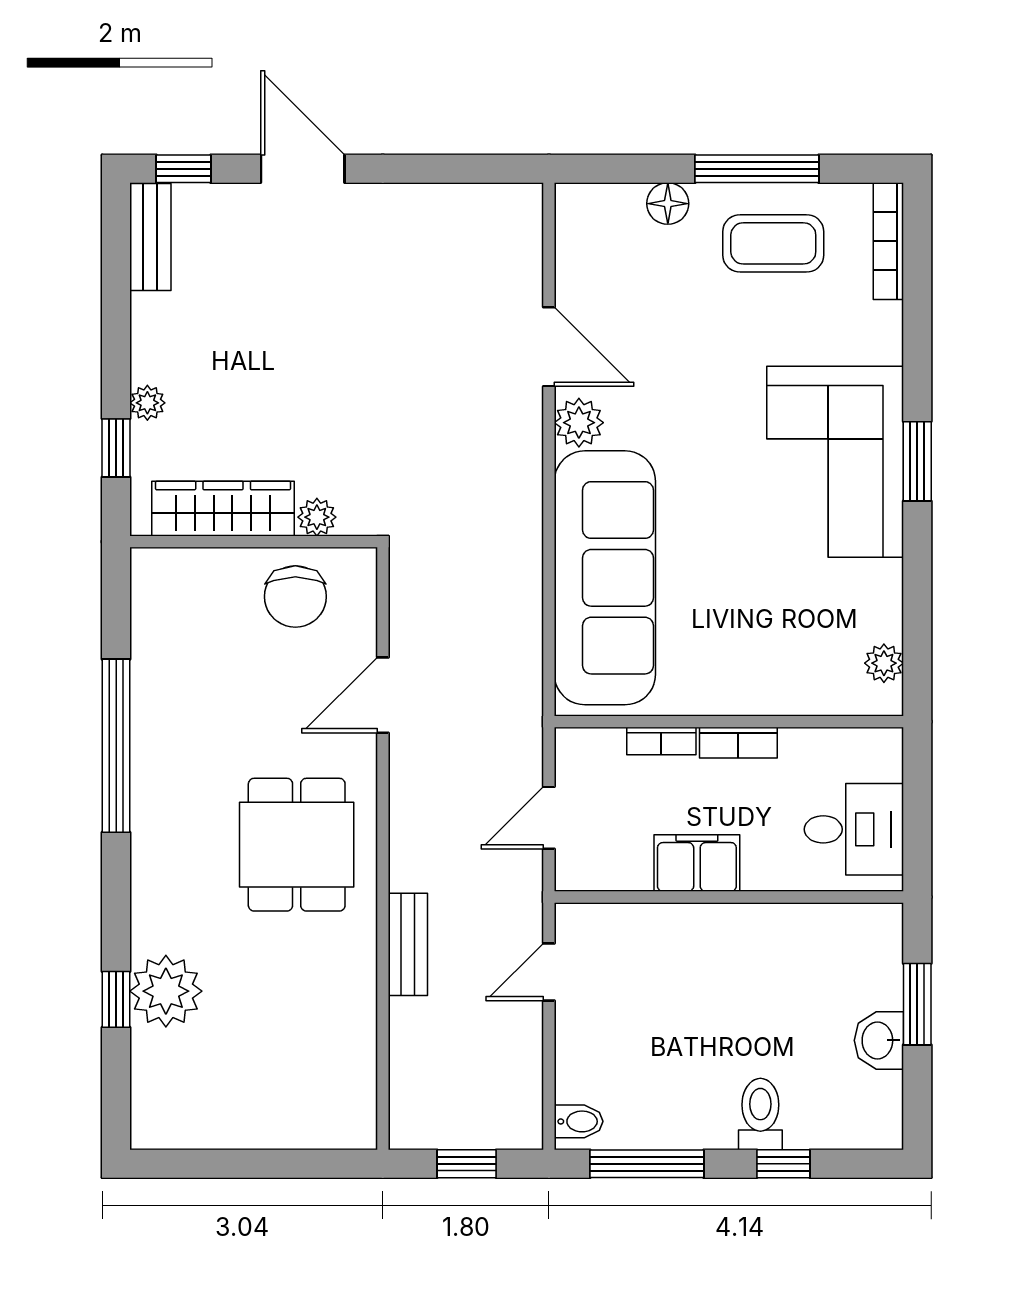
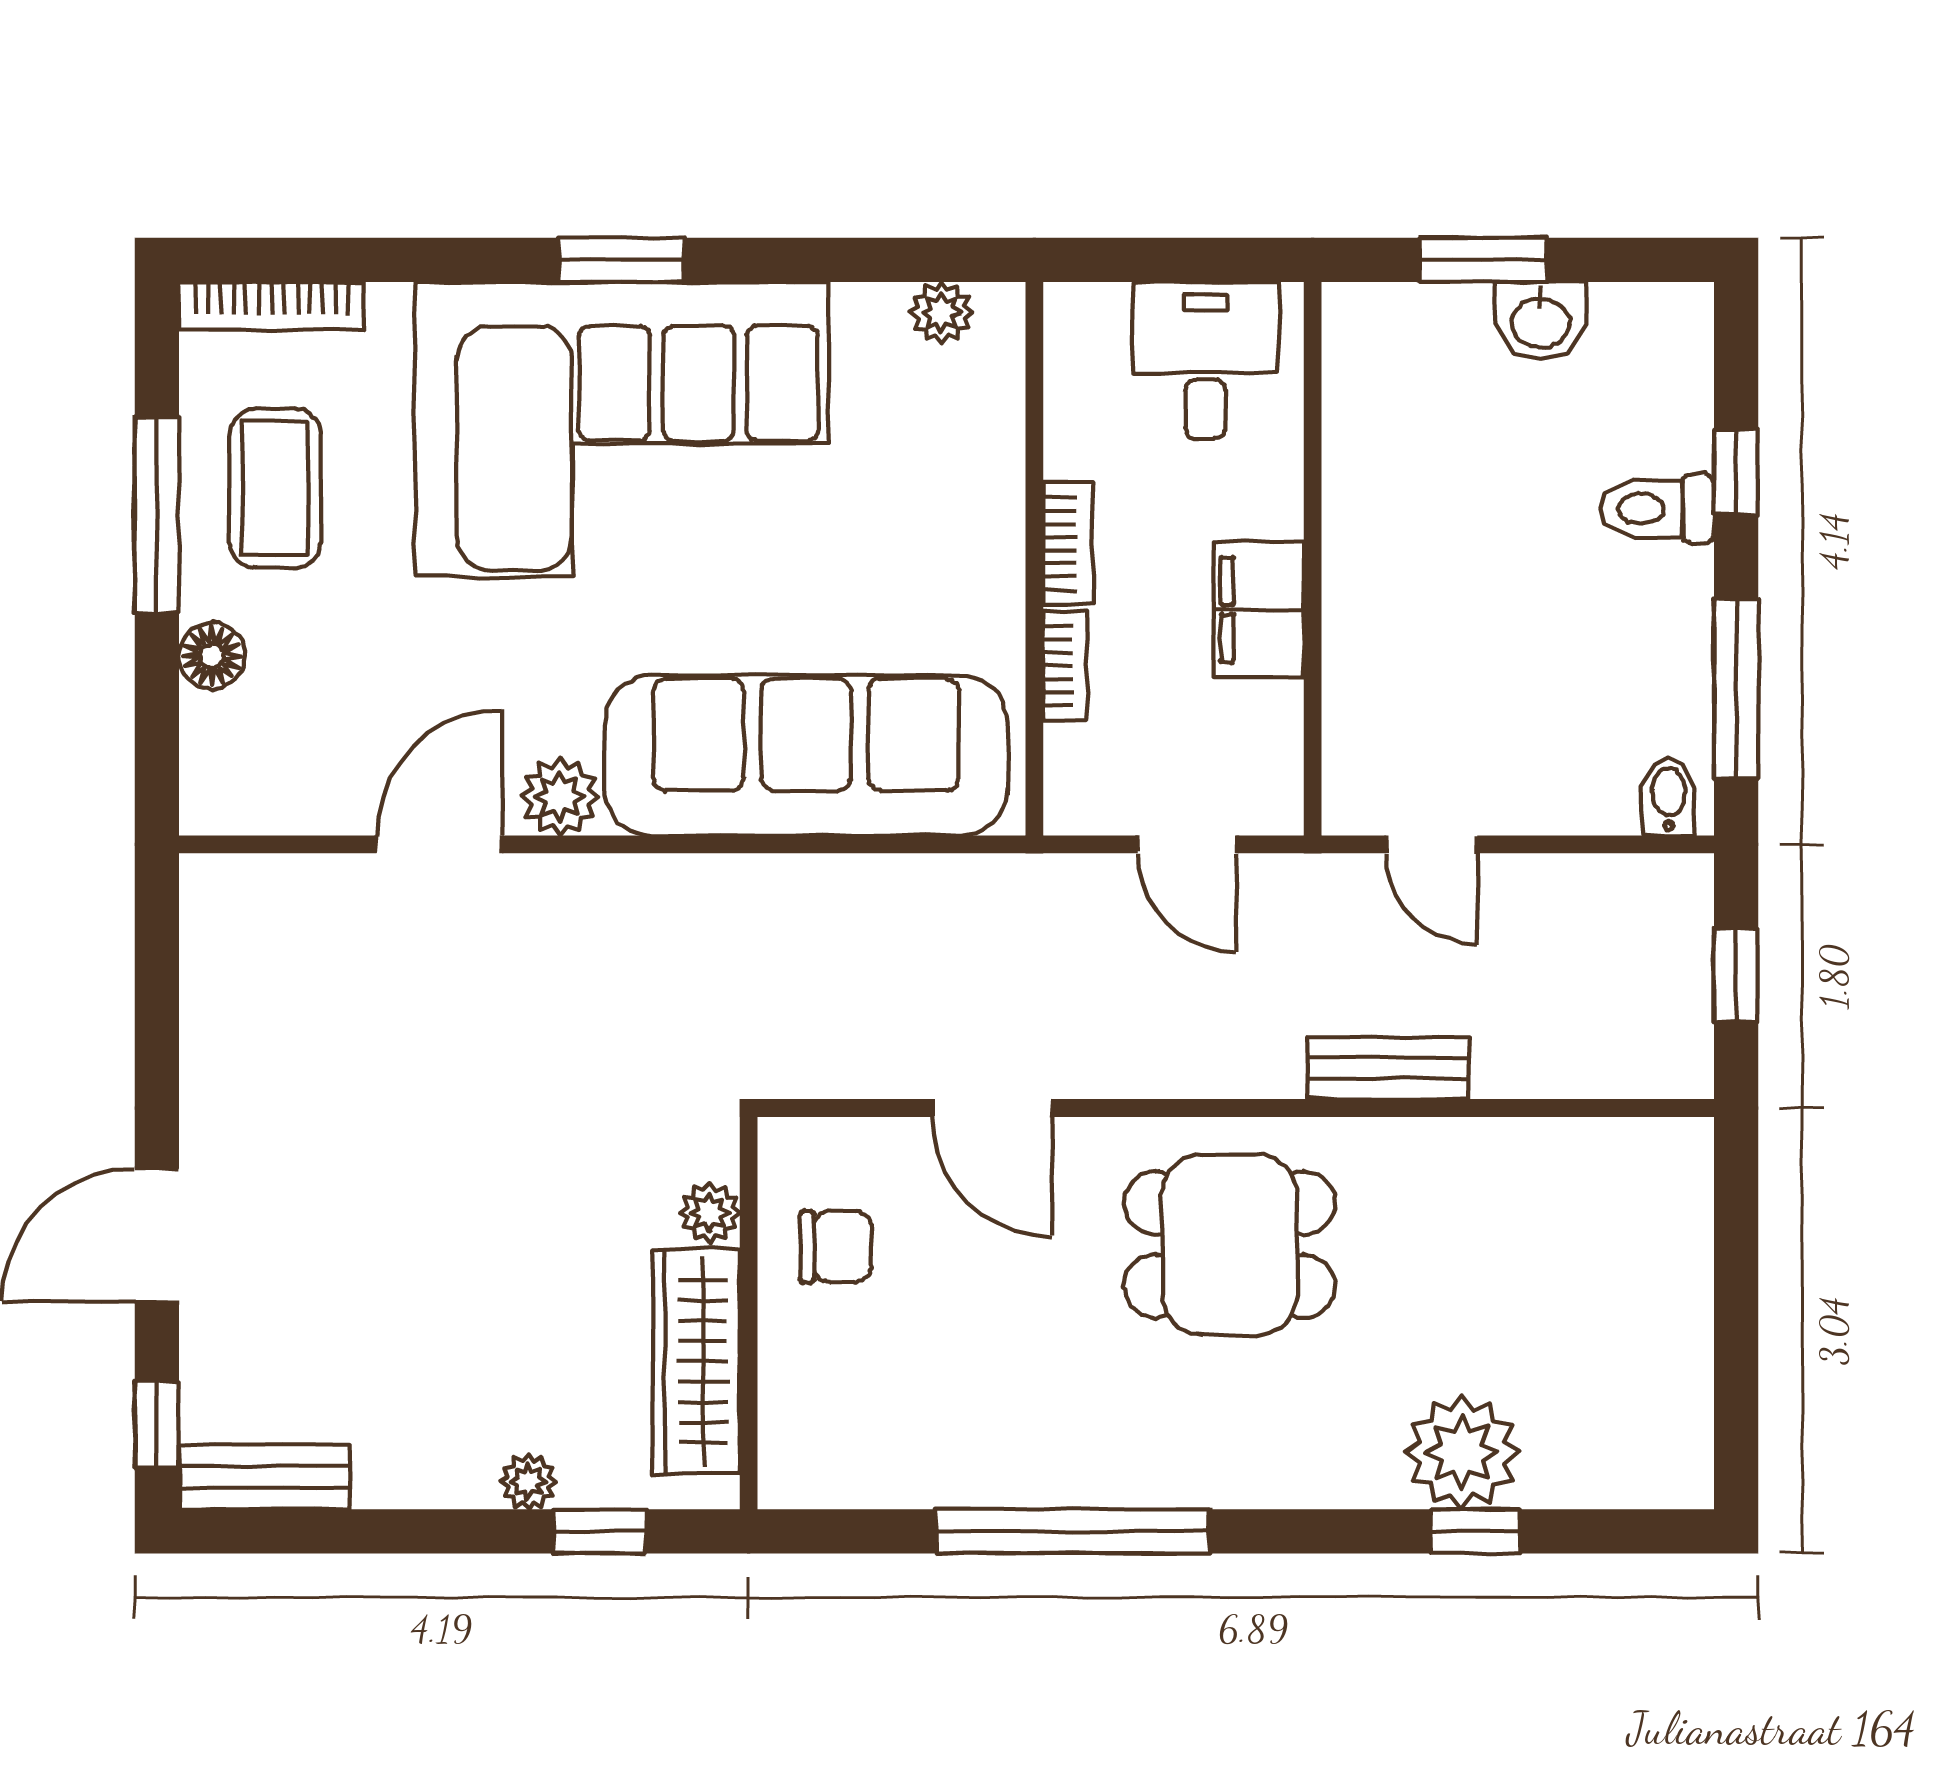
corner sofa: (835, 462) -> (622, 429), width x1.36, depth x1.36
chair: (295, 597) -> (836, 1247), width x0.73, depth x0.73

